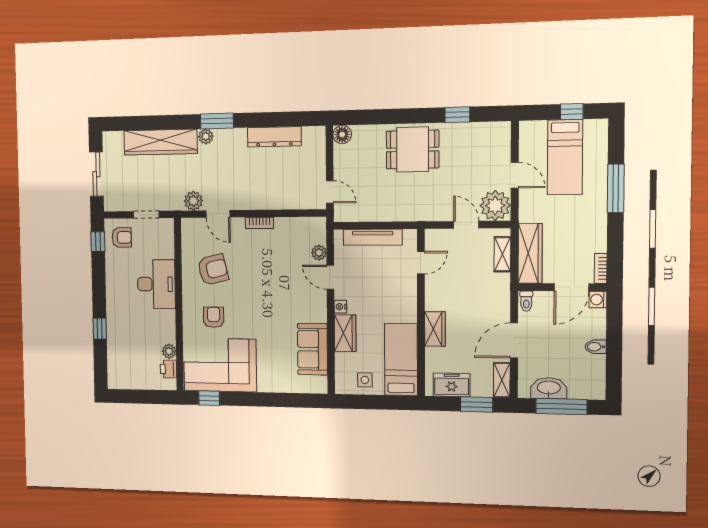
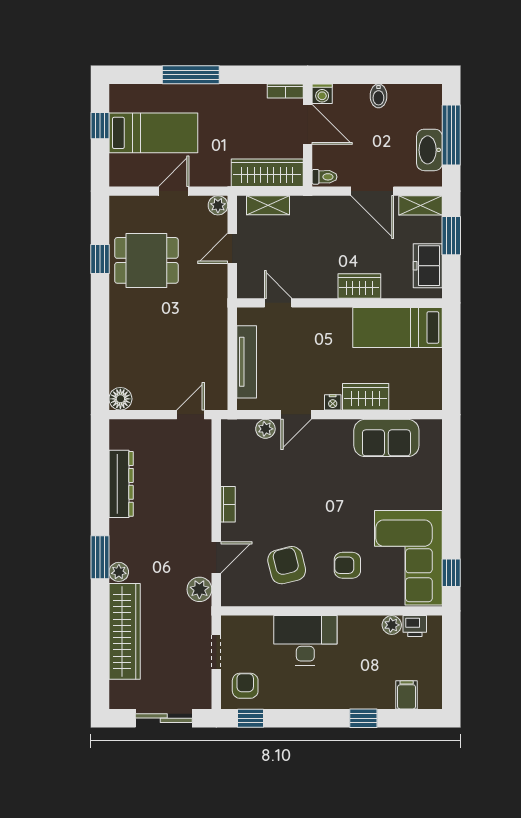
dining table: (413, 150) -> (146, 260), moved, turned 90
plant: (495, 206) -> (218, 205), width x0.53, depth x0.53
filing cabinet: (117, 362) -> (407, 695), added
side table: (365, 380) -> (424, 372), removed

